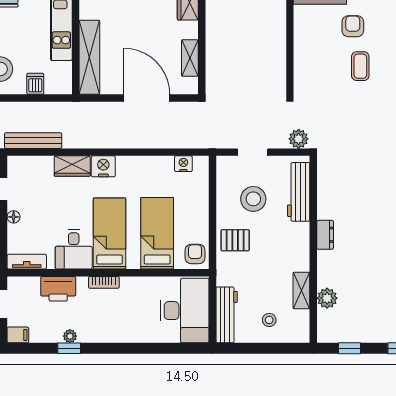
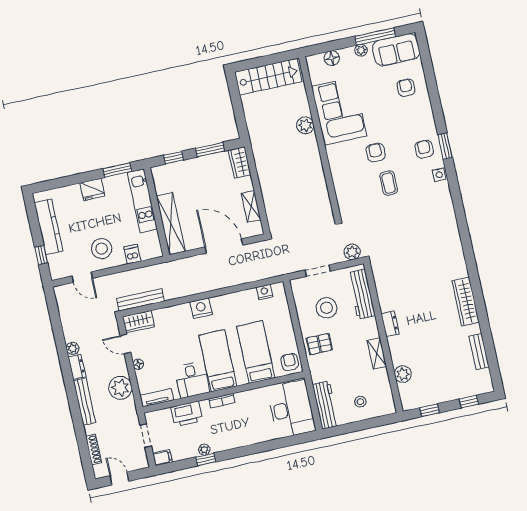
wardrobe: (72, 166) -> (139, 322), moved
shelving: (301, 290) -> (377, 353), moved

